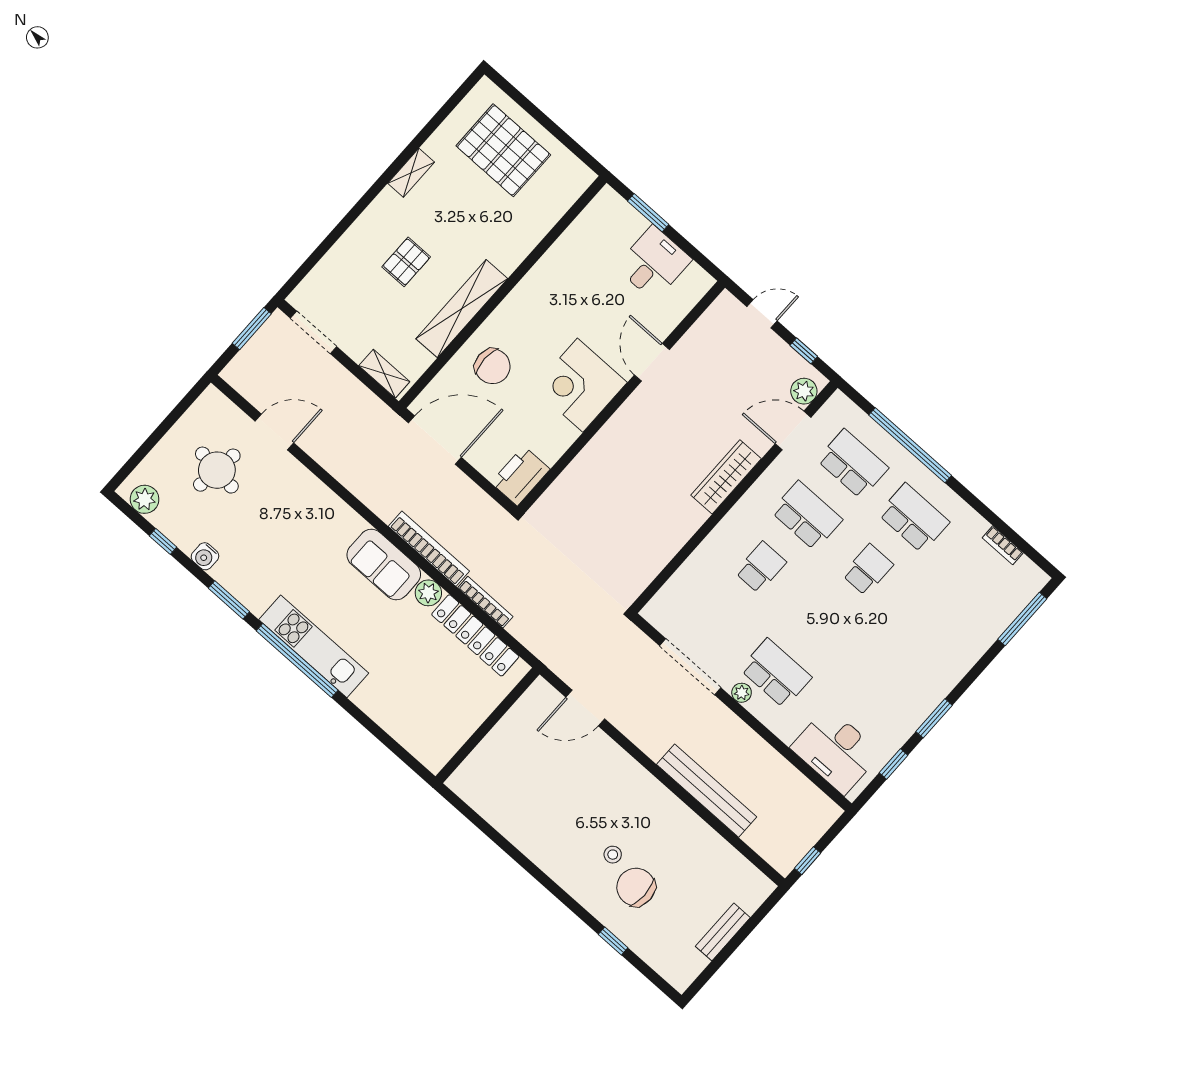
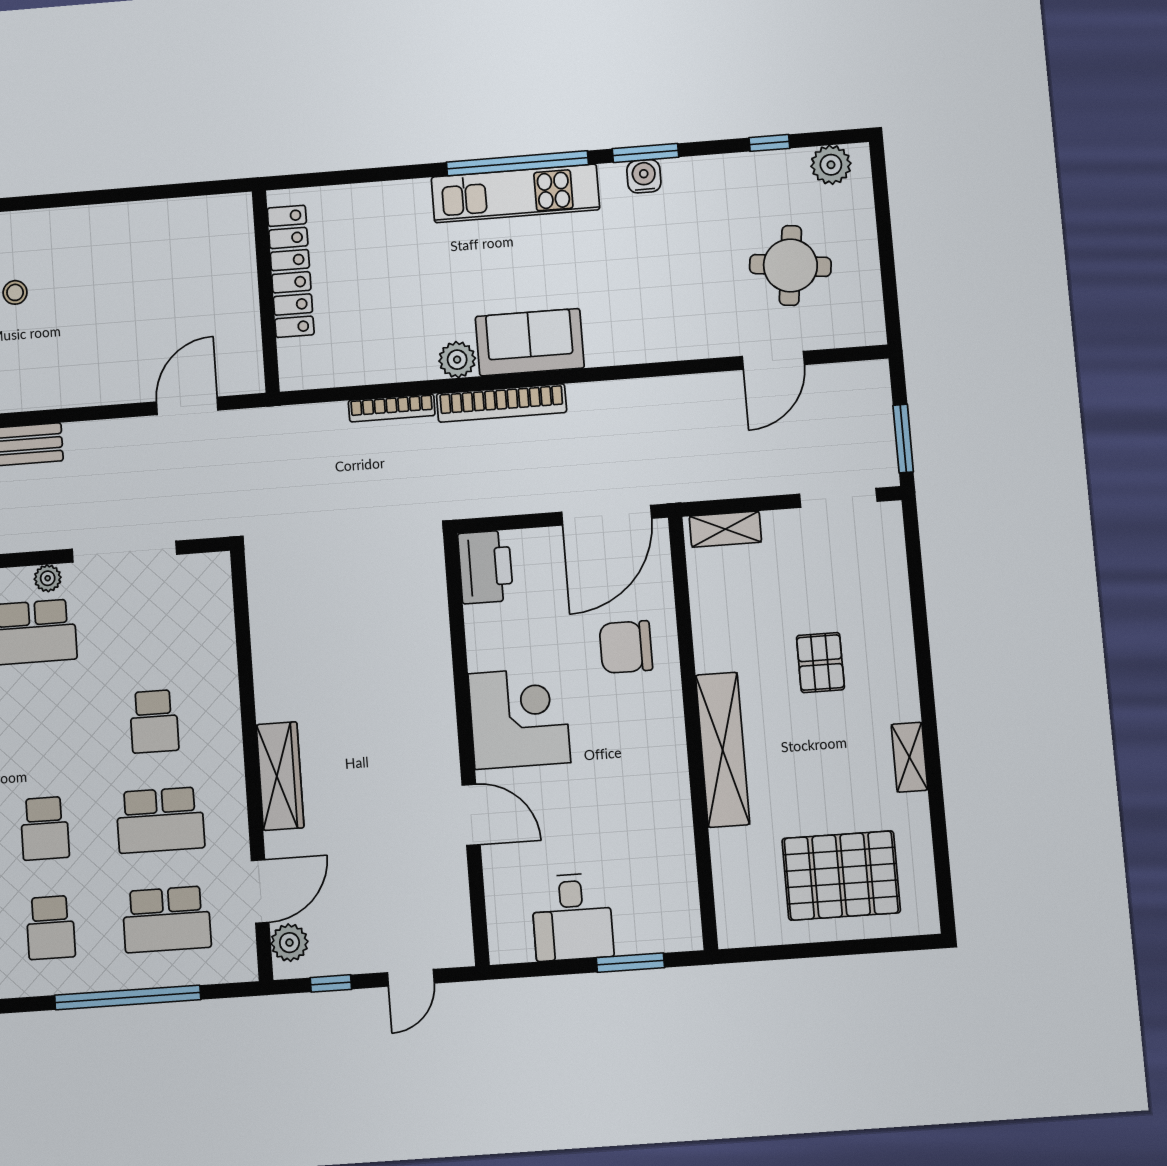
shelving: (462, 309) -> (723, 750), moved
school desk: (914, 518) -> (51, 928), width x0.54
water cooler: (205, 556) -> (644, 176), moved
locker: (475, 635) -> (291, 271), moved, turned 90

